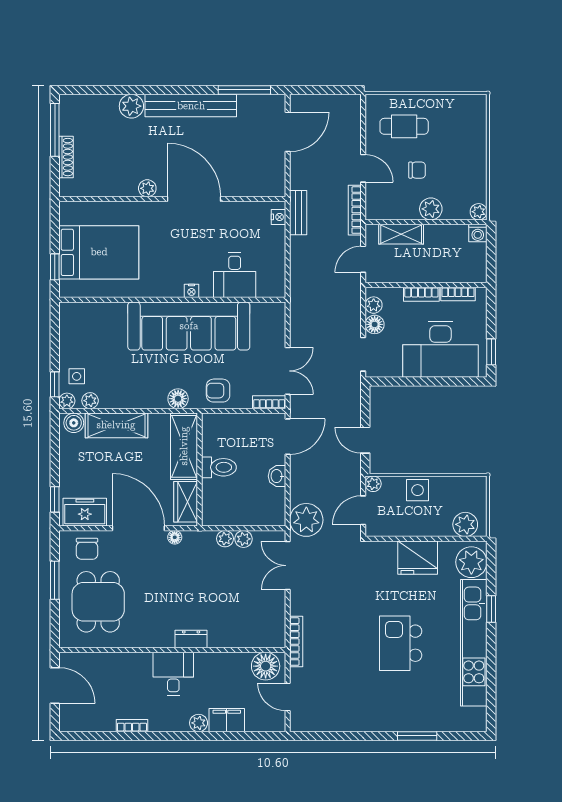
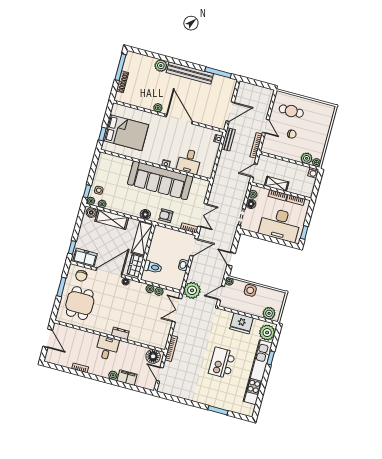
door: (288, 132) -> (230, 112), moved
plant: (431, 209) -> (307, 158), moved
shelving: (401, 234) -> (277, 184), moved
toilet: (219, 467) -> (153, 267), moved
door: (138, 528) -> (109, 272), hinge flipped

